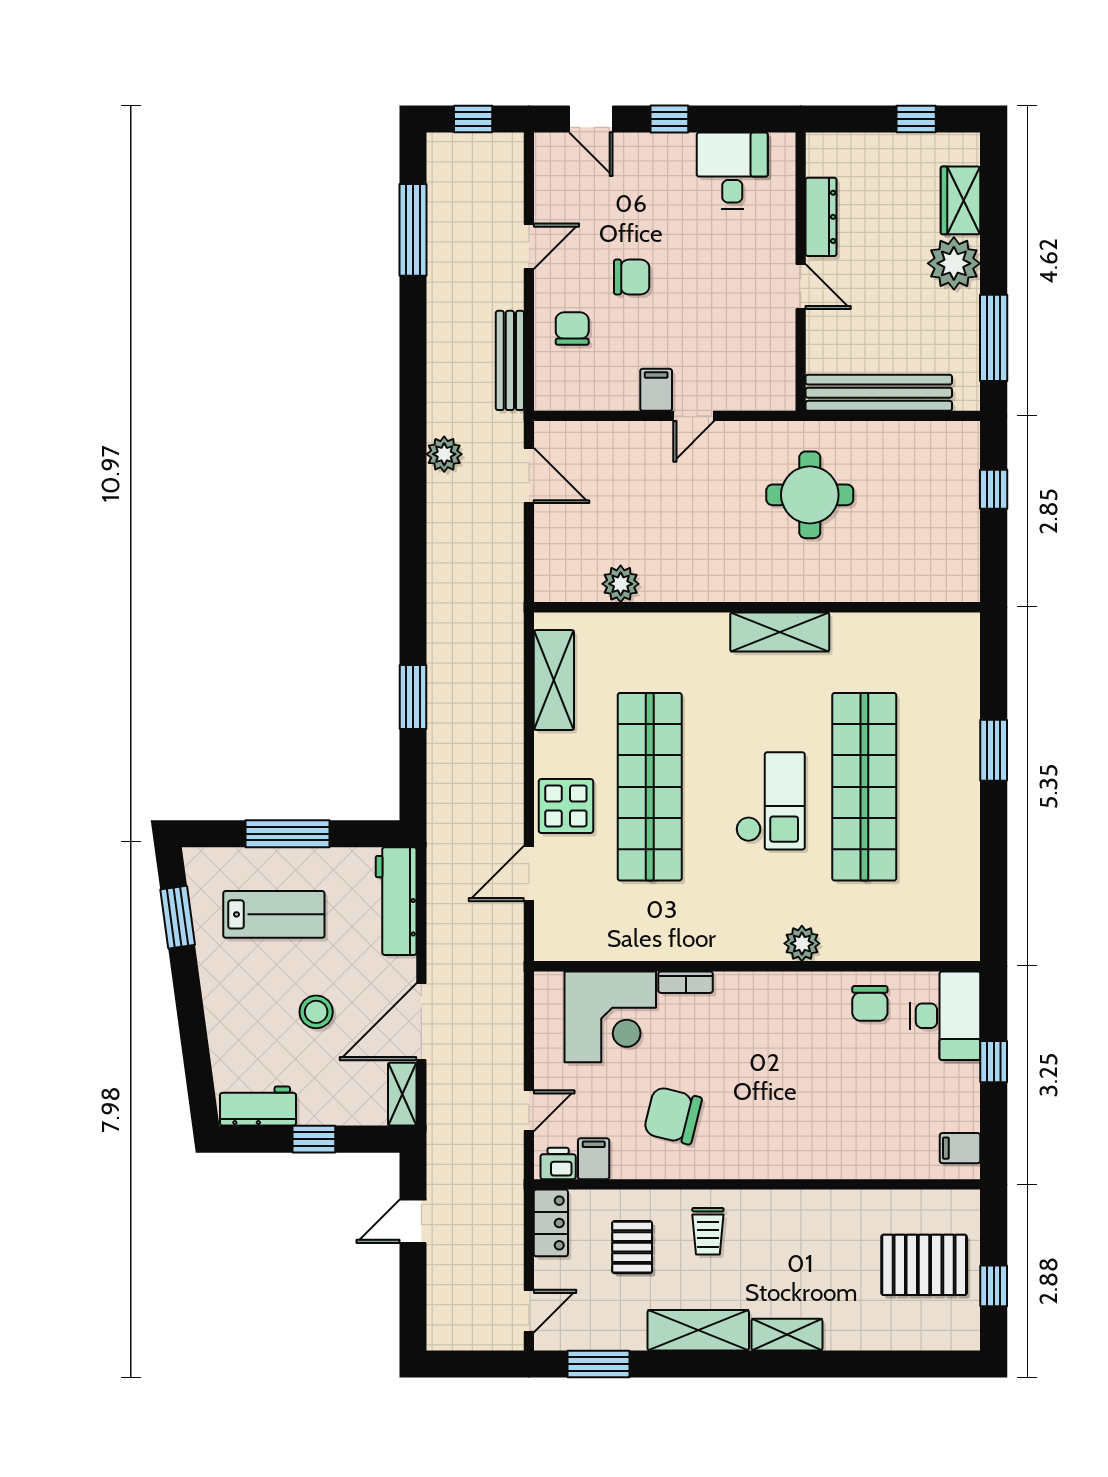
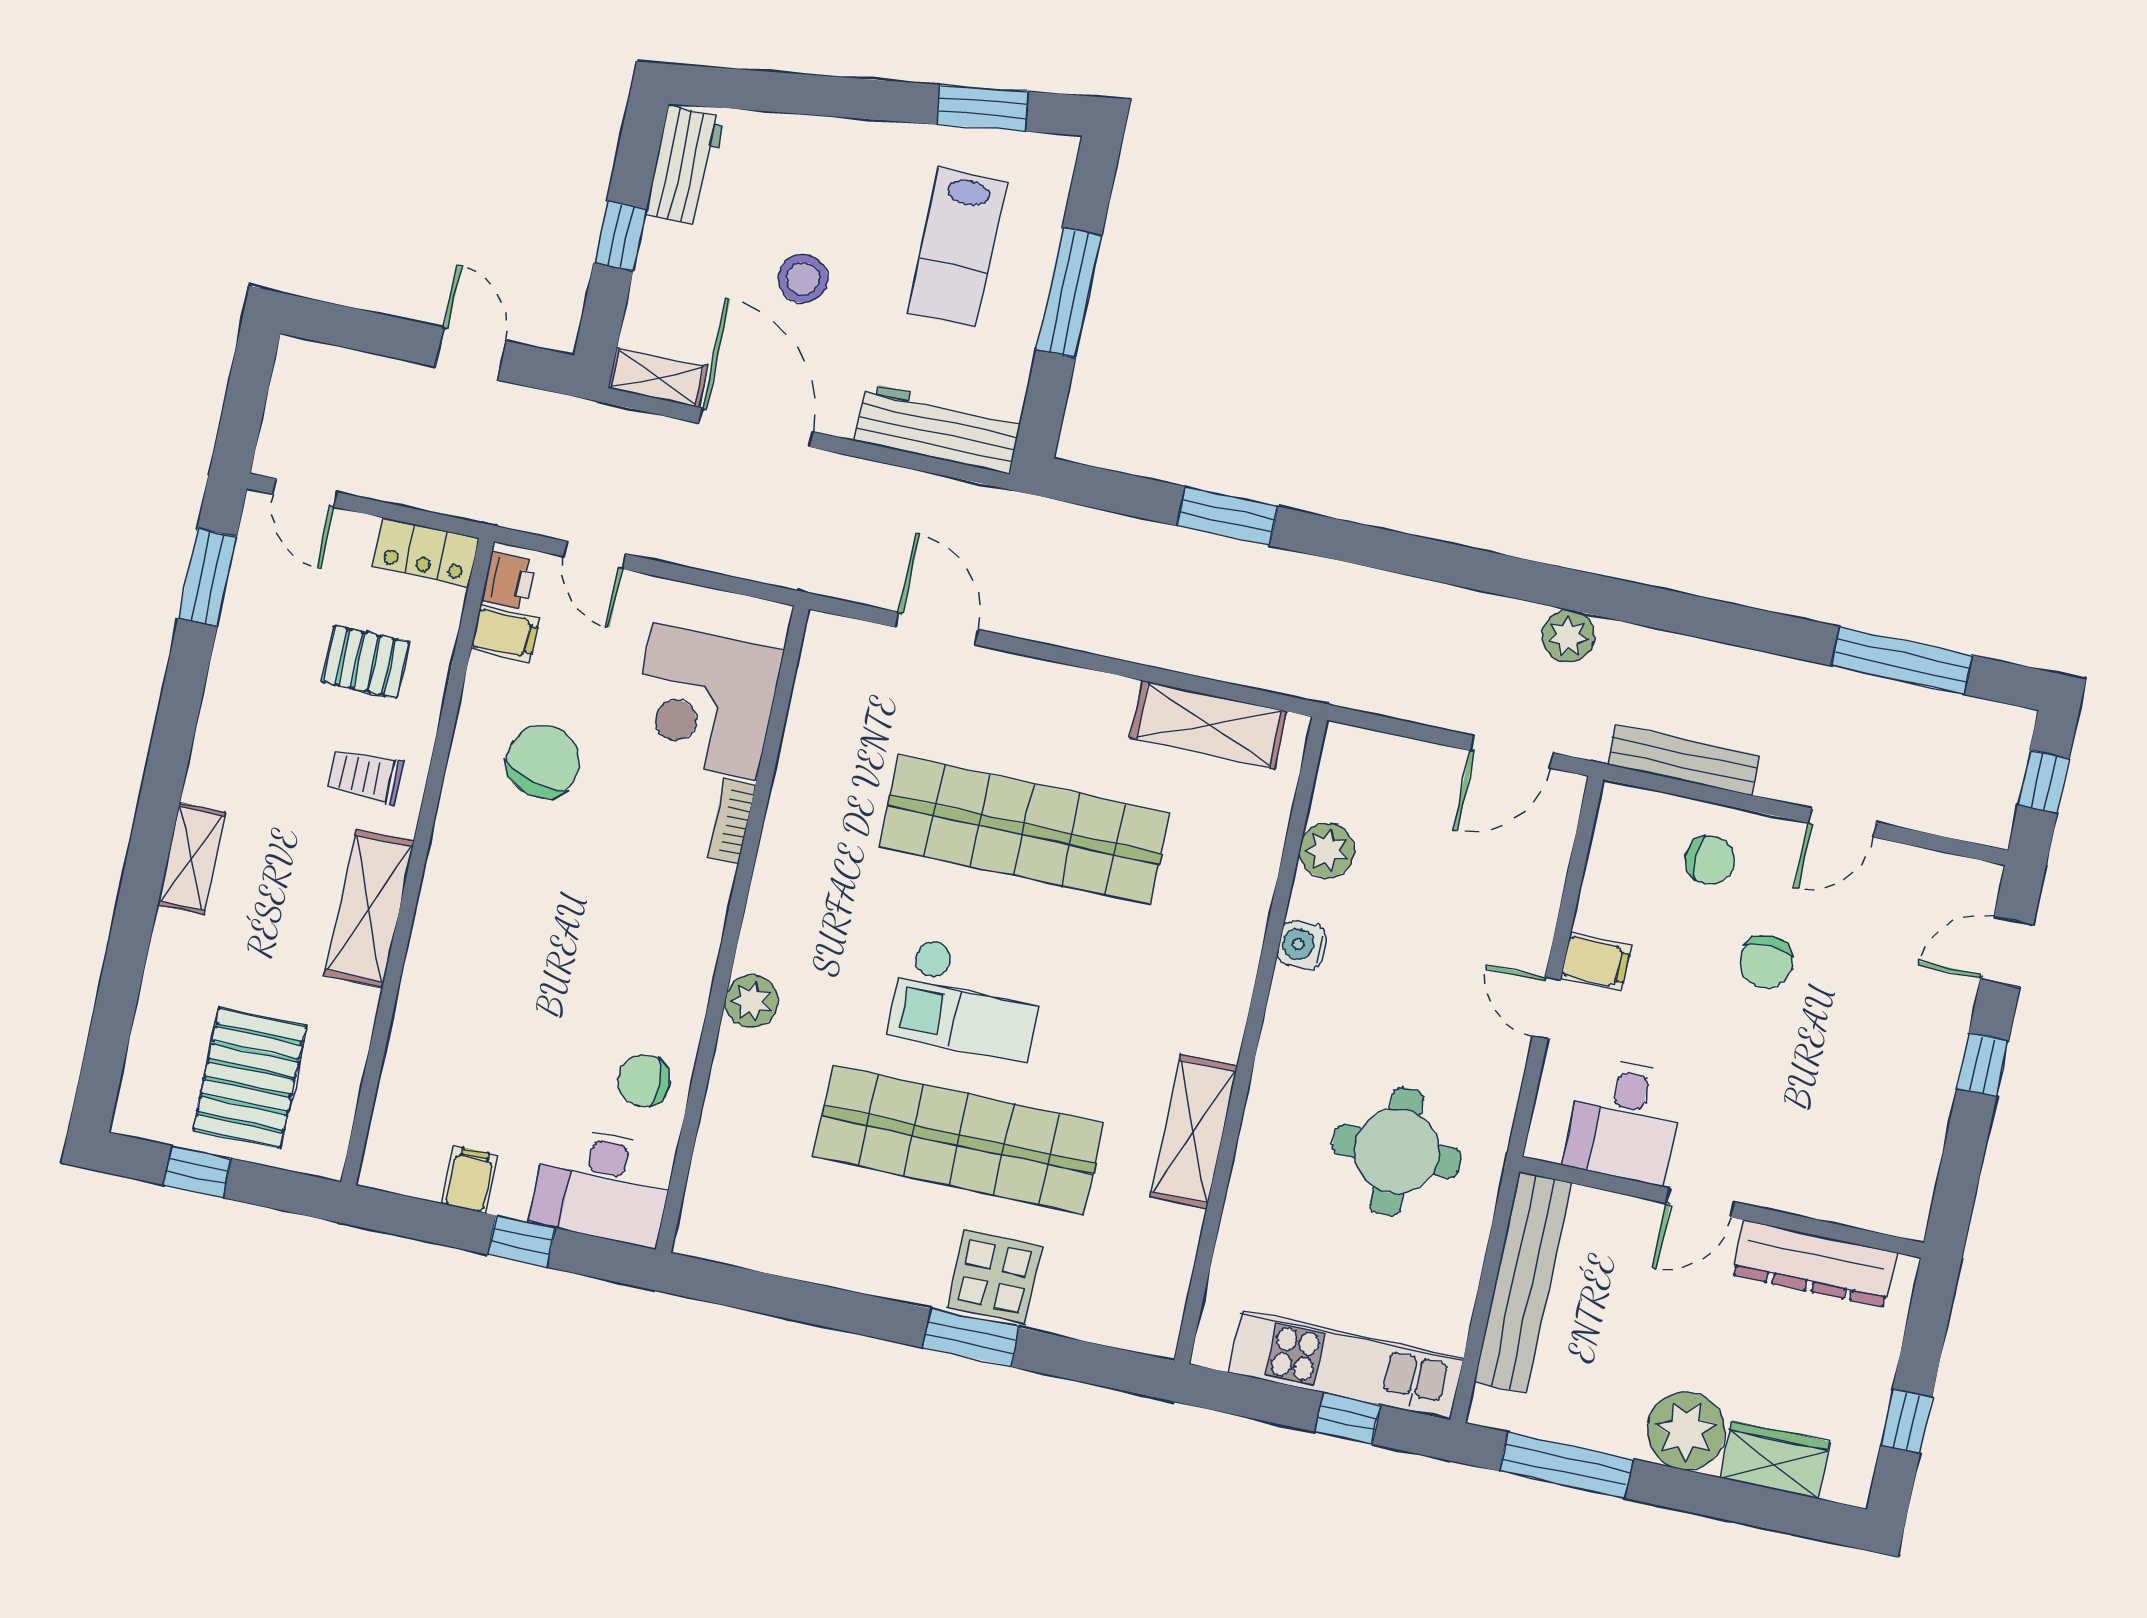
desk: (732, 171) -> (1625, 1121), moved, turned 90
dresser: (821, 217) -> (1814, 1263), width x1.37, depth x1.24
door: (529, 246) -> (1842, 823), hinge flipped
kitchen unit: (959, 498) -> (1346, 1365), added
water cooler: (687, 587) -> (1302, 945), added
shelving: (780, 632) -> (1194, 1132), moved
display table: (566, 806) -> (995, 1276), moved
filing cabinet: (960, 1148) -> (470, 1179), moved
shelving: (698, 1330) -> (369, 909), moved

